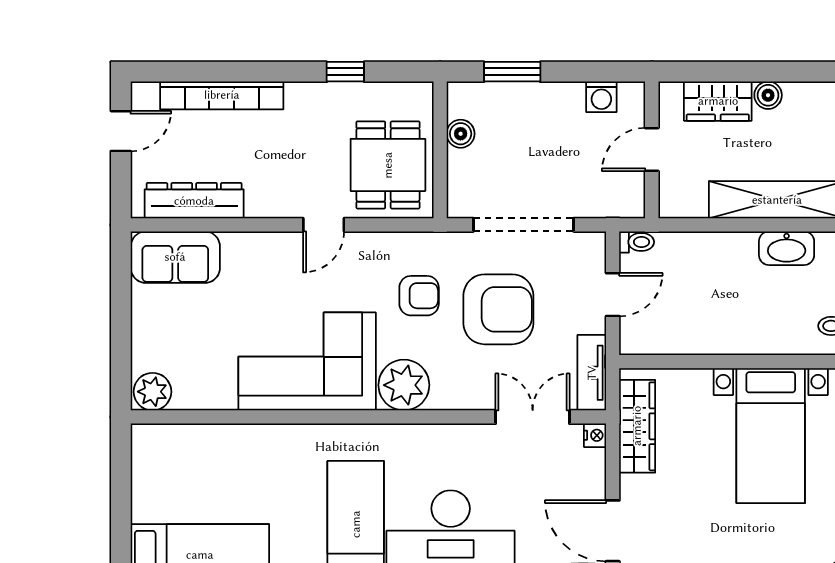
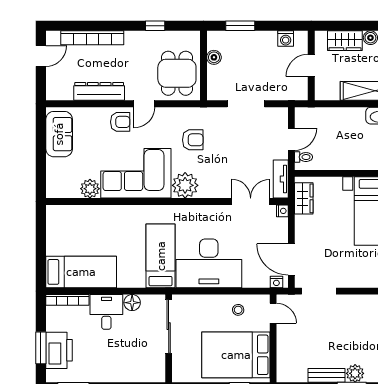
dresser: (194, 201) -> (99, 91), moved
doorway: (524, 225) -> (246, 104), width x0.73
toilet: (637, 242) -> (304, 157), moved
sofa: (175, 257) -> (59, 134), moved, turned -90
armchair: (498, 309) -> (120, 122), moved, width x0.53, depth x0.53
plant: (152, 392) -> (90, 189), moved
wardrobe: (637, 426) -> (304, 198), width x0.67

